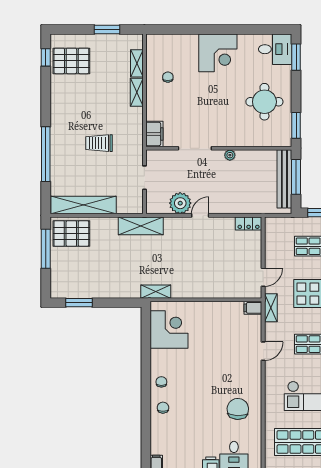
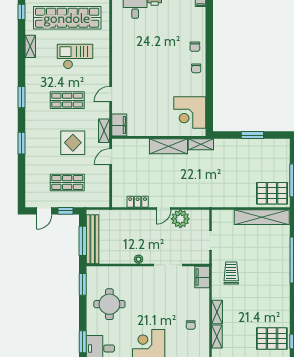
trolley: (99, 143) -> (231, 273), moved, turned -90
locker: (249, 224) -> (138, 202), moved
shelving: (141, 226) -> (169, 146), moved
window: (79, 303) -> (252, 135), moved
filing cabinet: (253, 308) -> (119, 125), width x2.00
chair: (238, 409) -> (132, 46), removed

